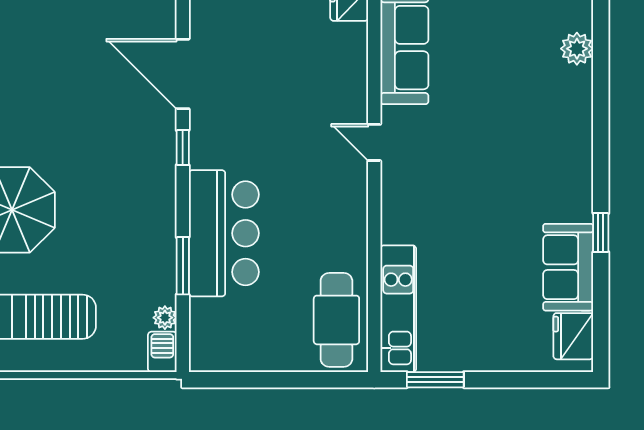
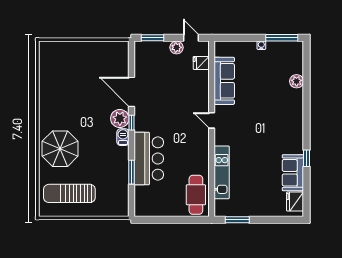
kitchen unit: (398, 309) -> (222, 172), moved
plant: (165, 318) -> (120, 118), moved, width x1.88, depth x1.88
barbecue: (162, 352) -> (123, 137), moved

